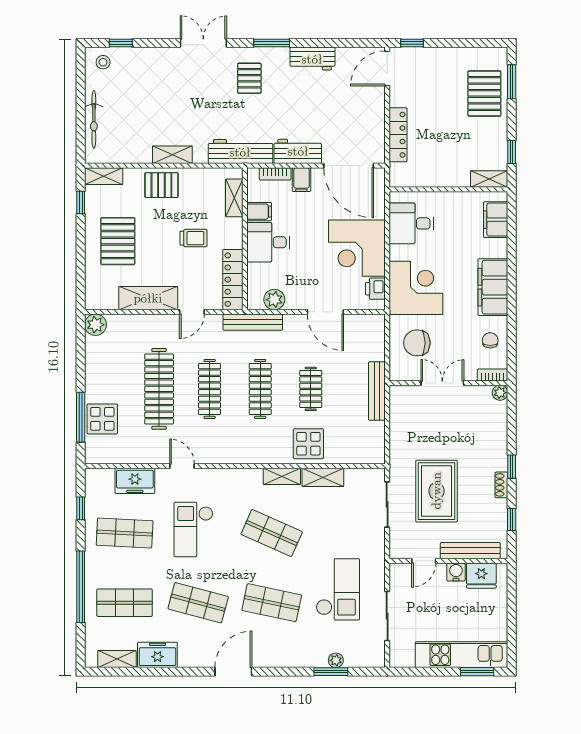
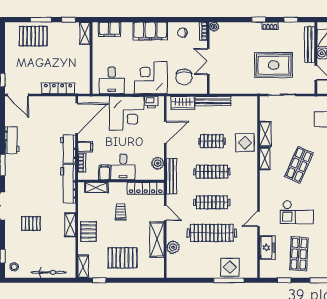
pallet: (249, 78) -> (31, 223), moved
window: (512, 82) -> (41, 20), moved
plant: (96, 325) -> (173, 247), moved
wardrobe: (374, 341) -> (183, 103), added

